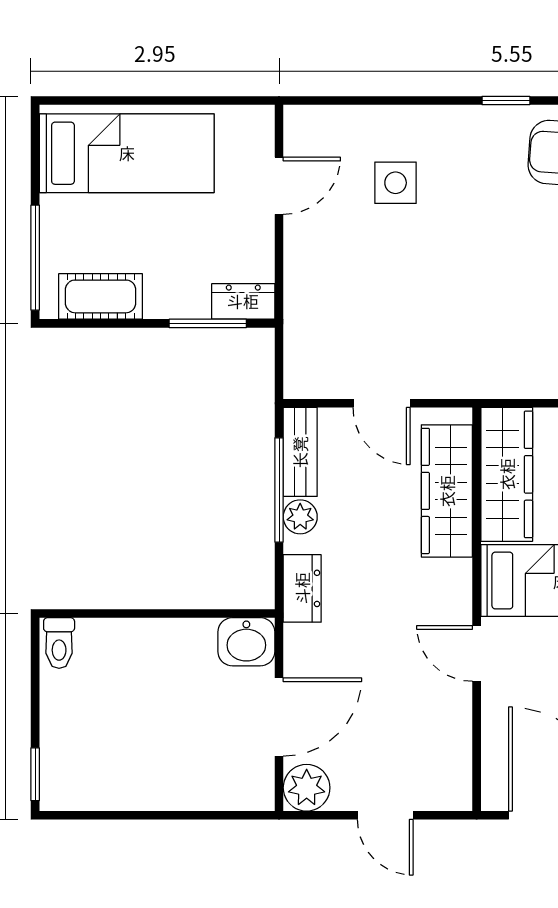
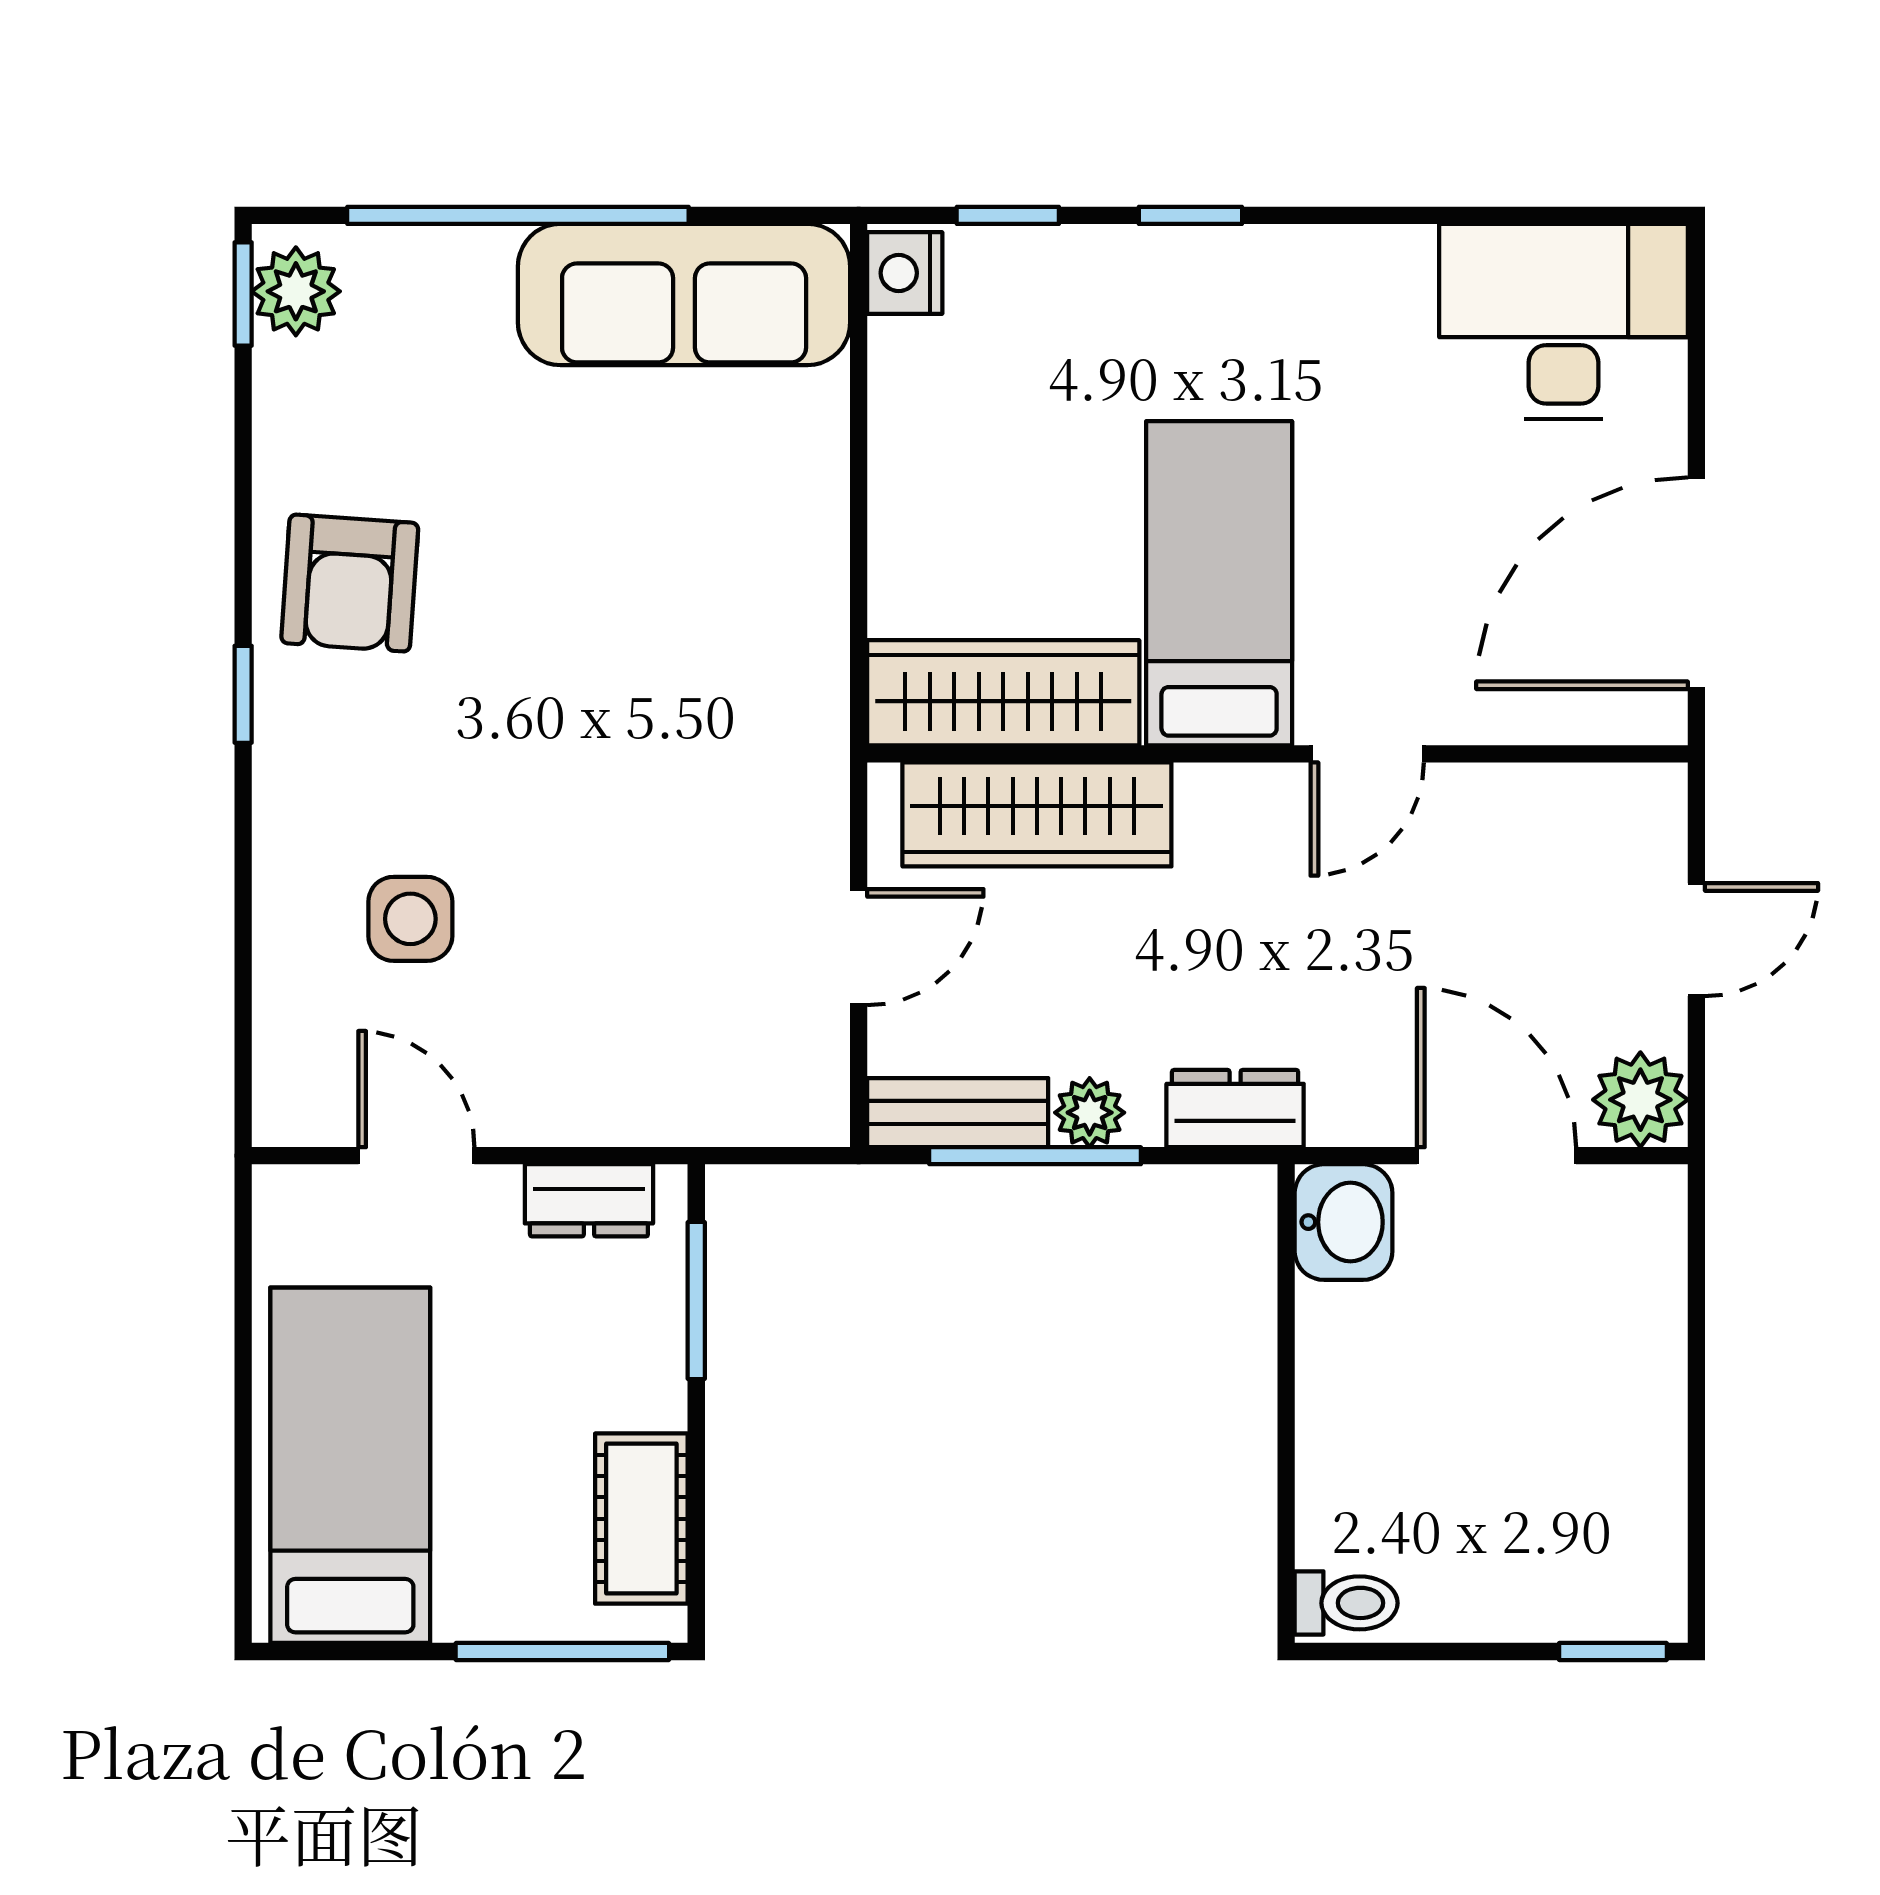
dresser: (243, 301) -> (589, 1200), moved, turned -90

